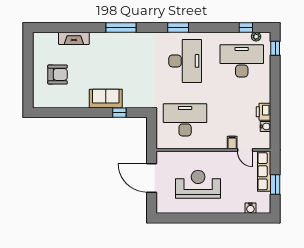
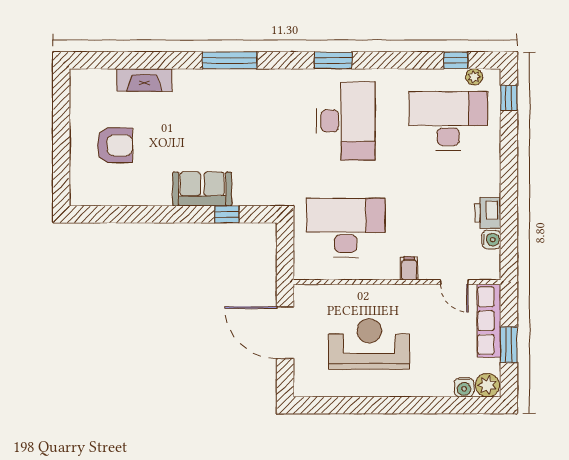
filing cabinet: (232, 142) -> (409, 268), moved
plant: (263, 207) -> (487, 385), added

